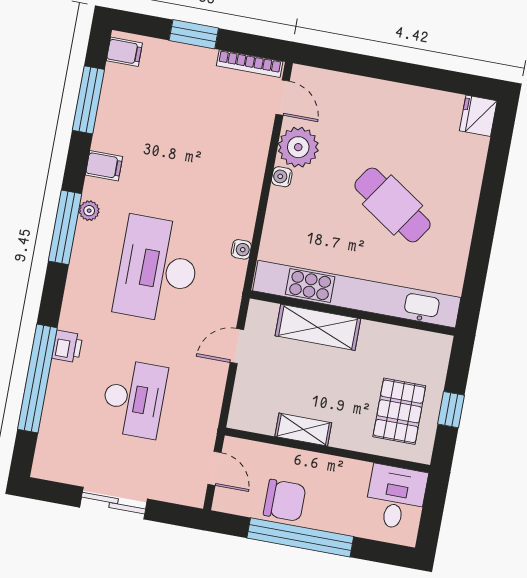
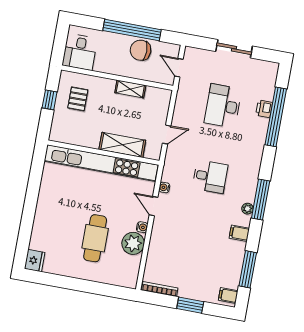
door: (283, 98) -> (153, 206), moved
cafe table: (392, 205) -> (95, 238), moved, turned 56
desk: (158, 269) -> (210, 177), width x0.53, depth x0.77
printer: (67, 346) -> (264, 109), moved
pallet: (399, 411) -> (78, 99), width x0.67, depth x0.71

